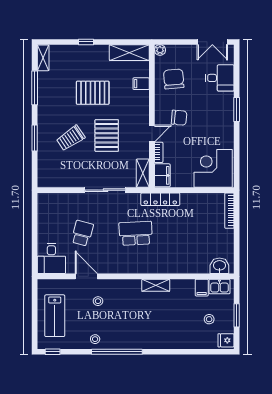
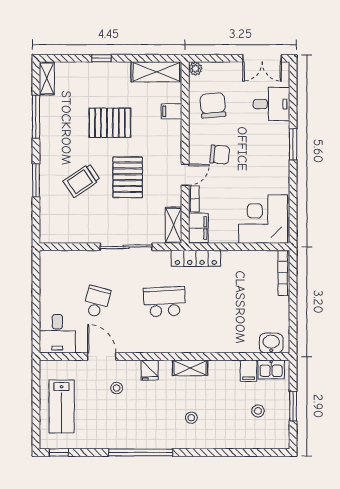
stool: (95, 339) -> (191, 418), moved
fridge: (226, 340) -> (150, 370), moved, turned -90

